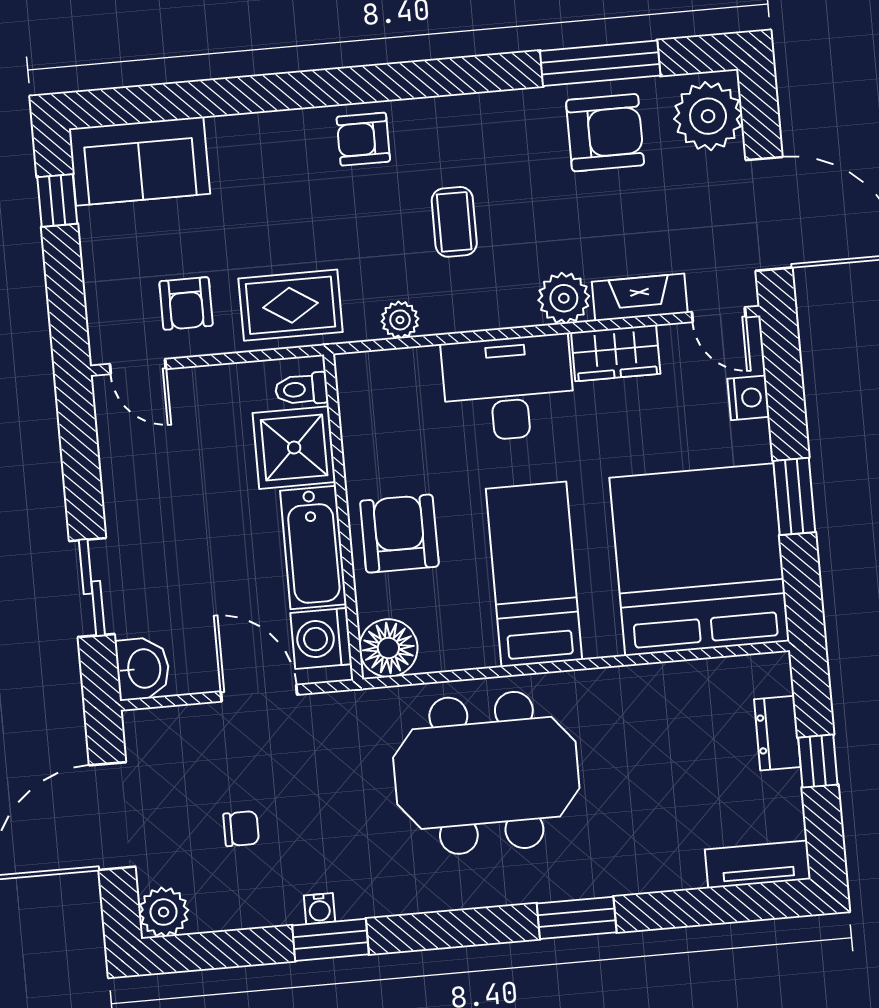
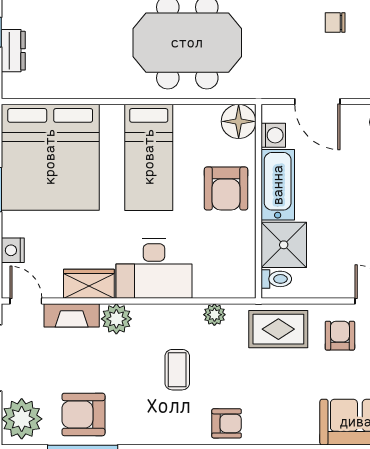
washing machine: (321, 639) -> (273, 135), width x0.73, depth x0.73

